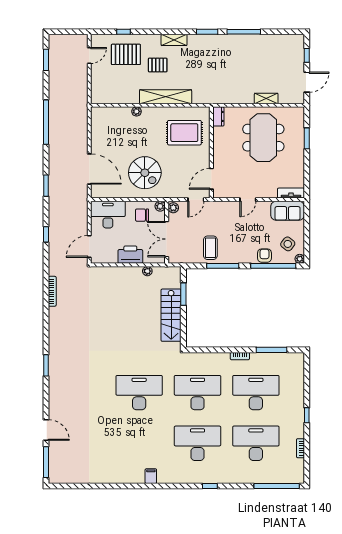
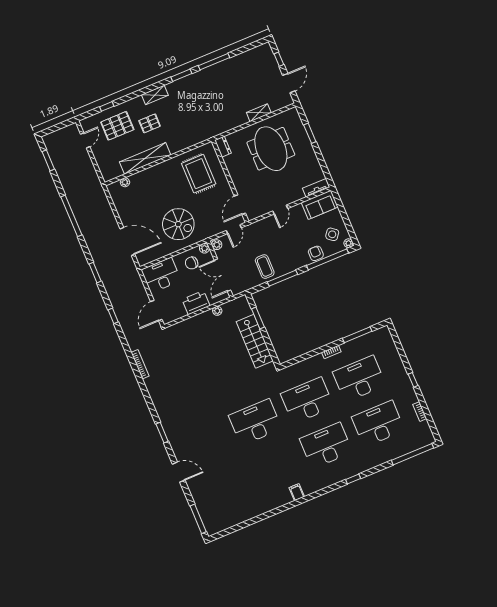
shelving: (166, 97) -> (145, 158), moved
plant: (137, 111) -> (125, 182), moved
rug: (184, 133) -> (199, 174), turned 90
door: (46, 430) -> (179, 472), moved

